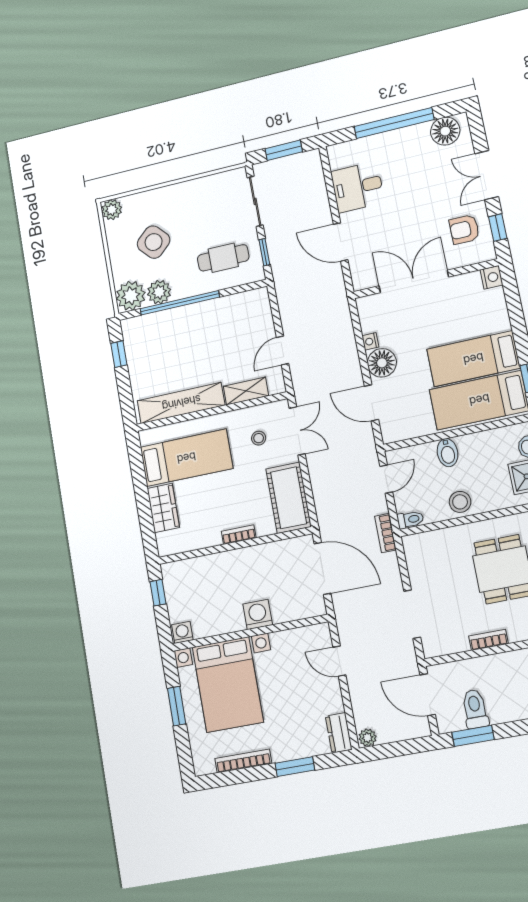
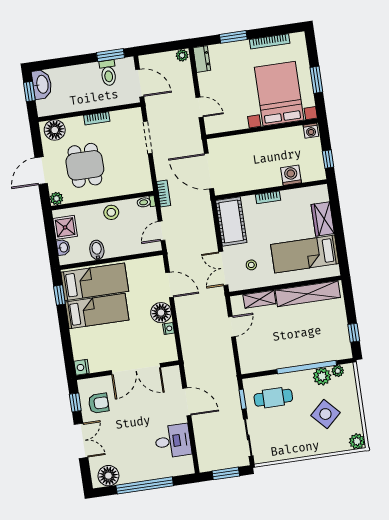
plant: (131, 296) -> (338, 371), width x0.53, depth x0.53
bidet: (447, 453) -> (97, 250), moved
washing machine: (258, 614) -> (291, 175), moved, turned 180

